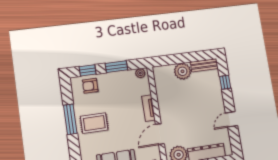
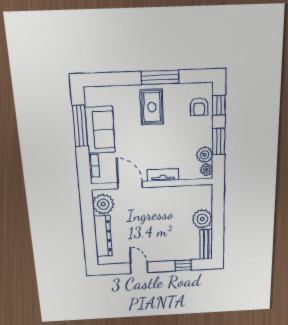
plant: (128, 76) -> (205, 155), added
armchair: (90, 86) -> (199, 107), turned 180

